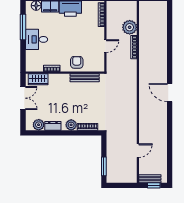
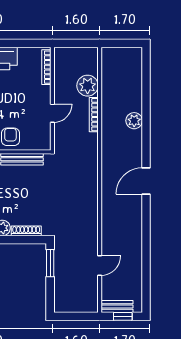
plant: (162, 51) -> (134, 121), added
door: (170, 93) -> (146, 181), hinge flipped
window: (104, 166) -> (50, 263), moved

